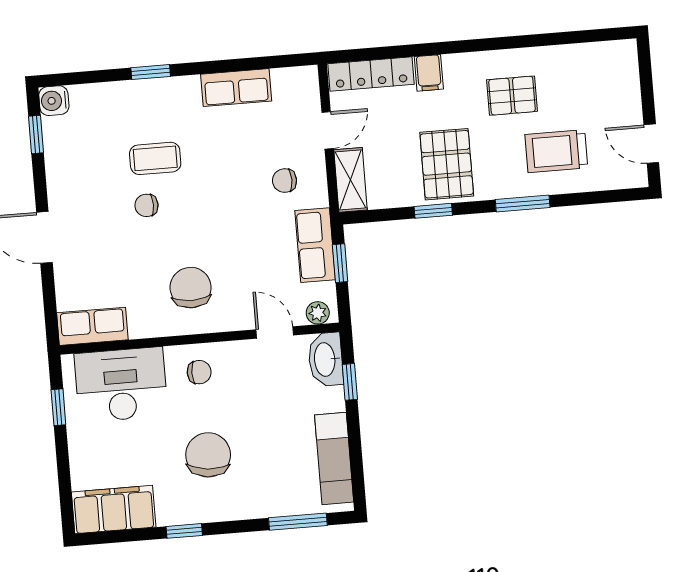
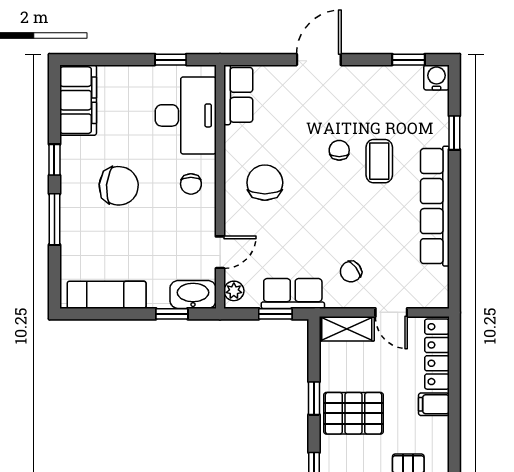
window: (151, 72) -> (454, 133), moved
row of seats: (236, 88) -> (435, 206), width x2.02
chair: (285, 181) -> (351, 272), turned -127
chair: (191, 288) -> (265, 183), turned -90
window: (298, 522) -> (54, 219), moved

